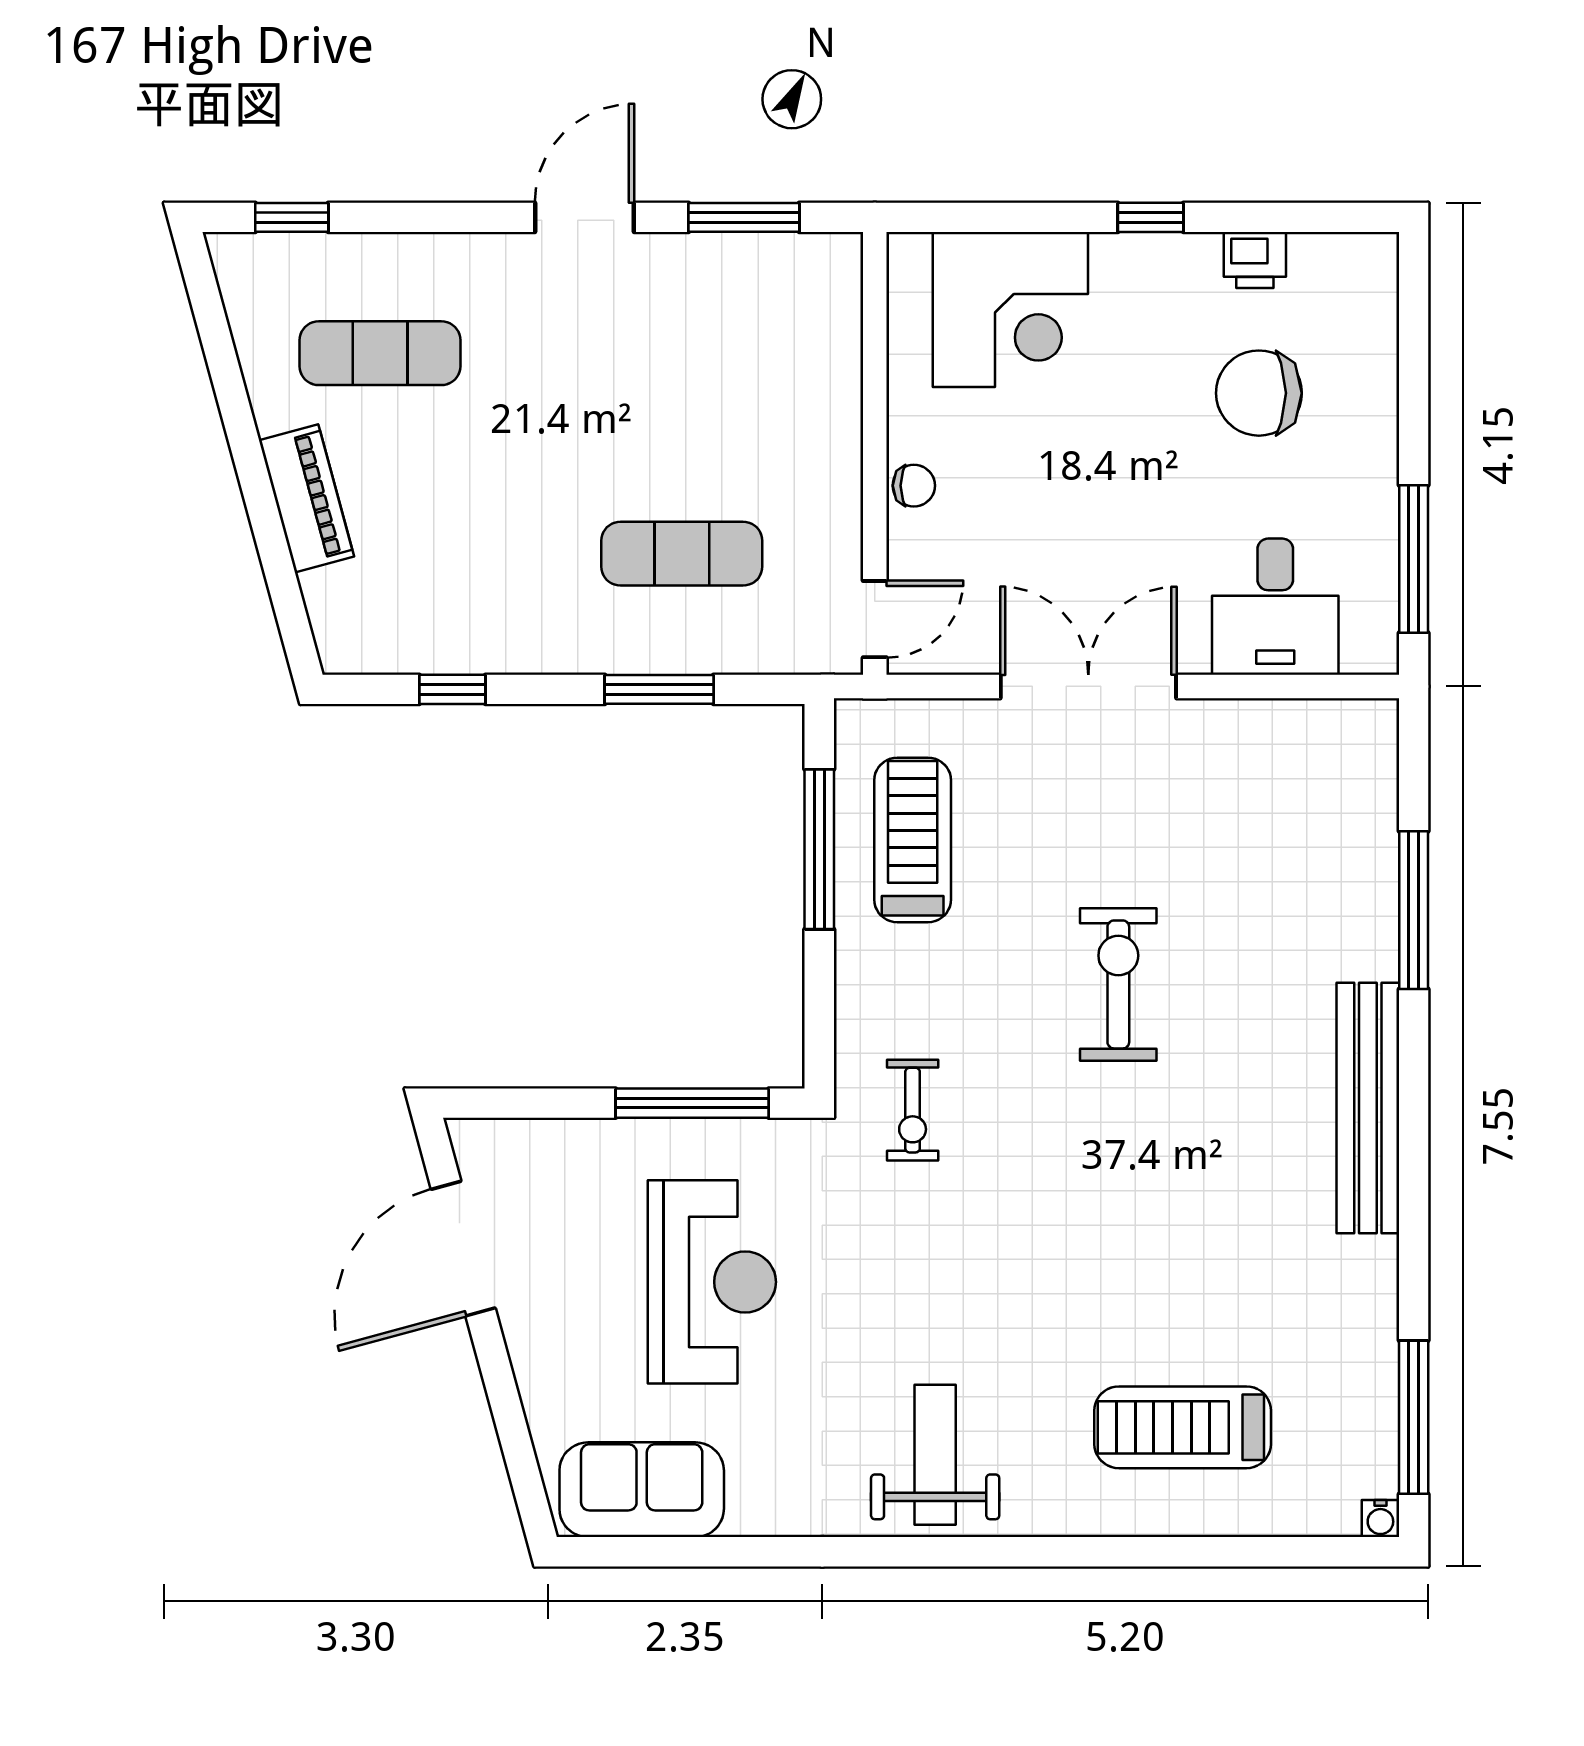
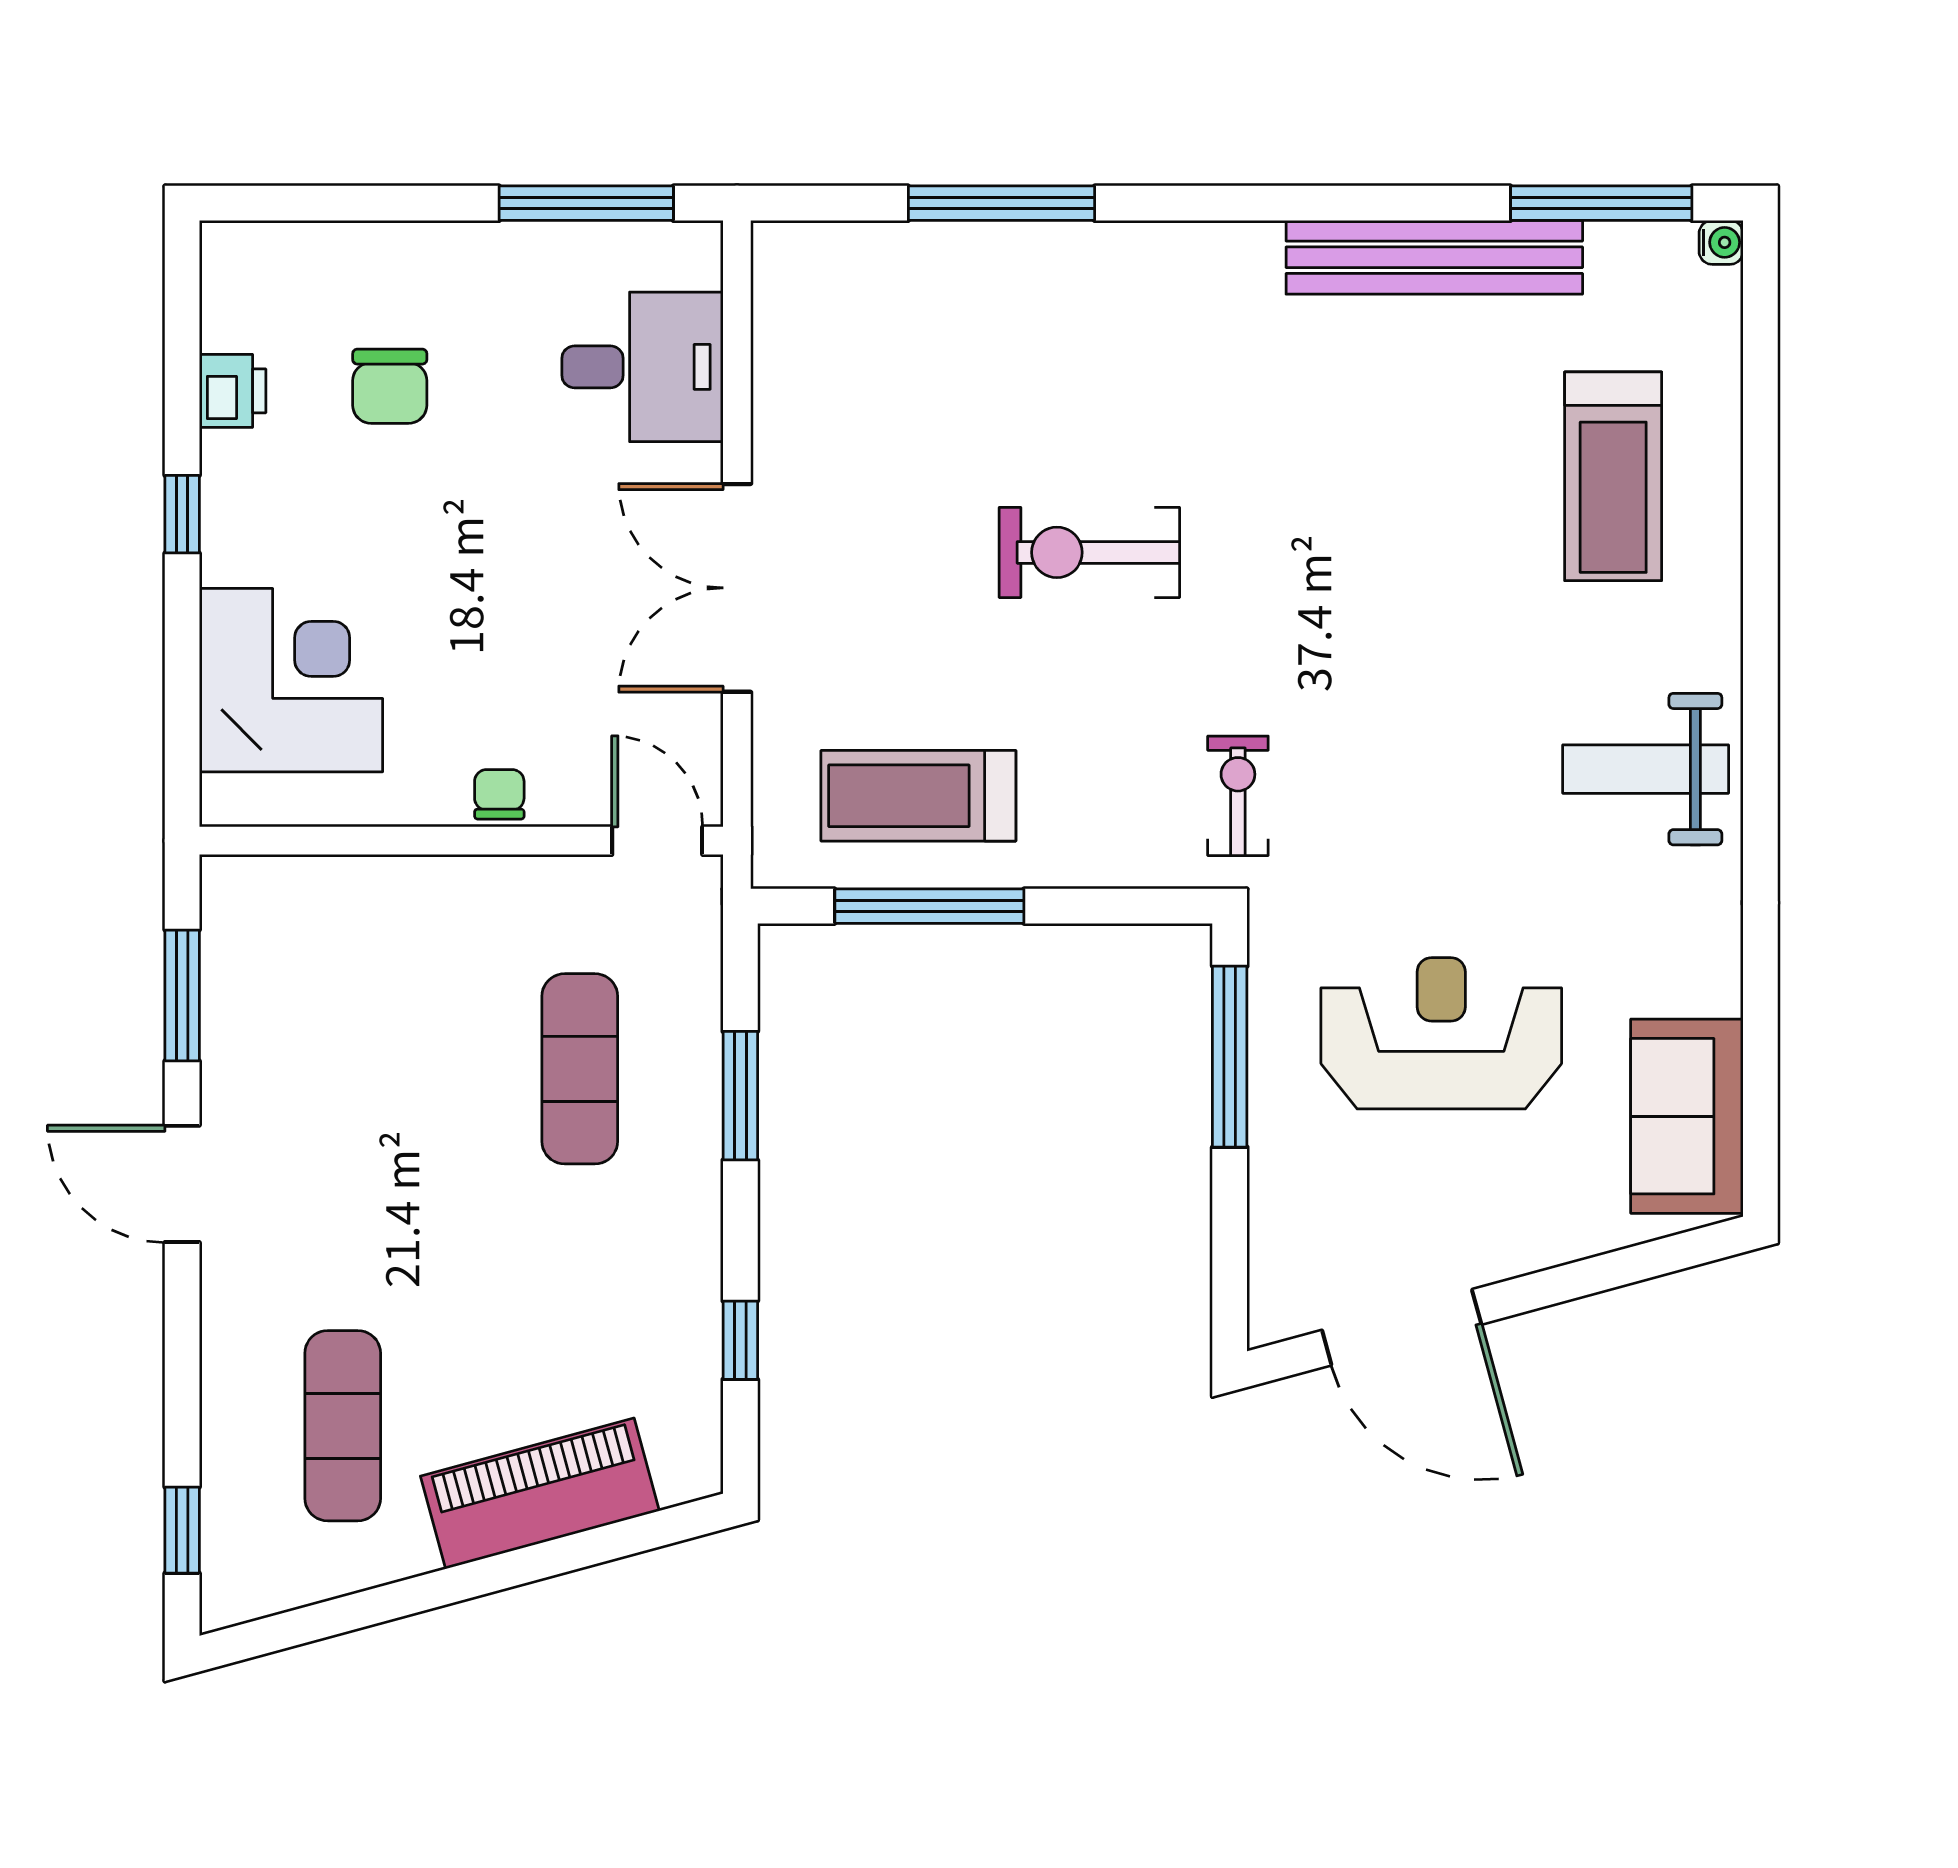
chair: (1259, 393) -> (390, 386), width x0.73, depth x0.73
piano: (306, 498) -> (540, 1493), width x1.37, depth x1.33
bench: (1368, 1108) -> (1434, 257), moved
exercise bike: (913, 1110) -> (1238, 796), turned -90

